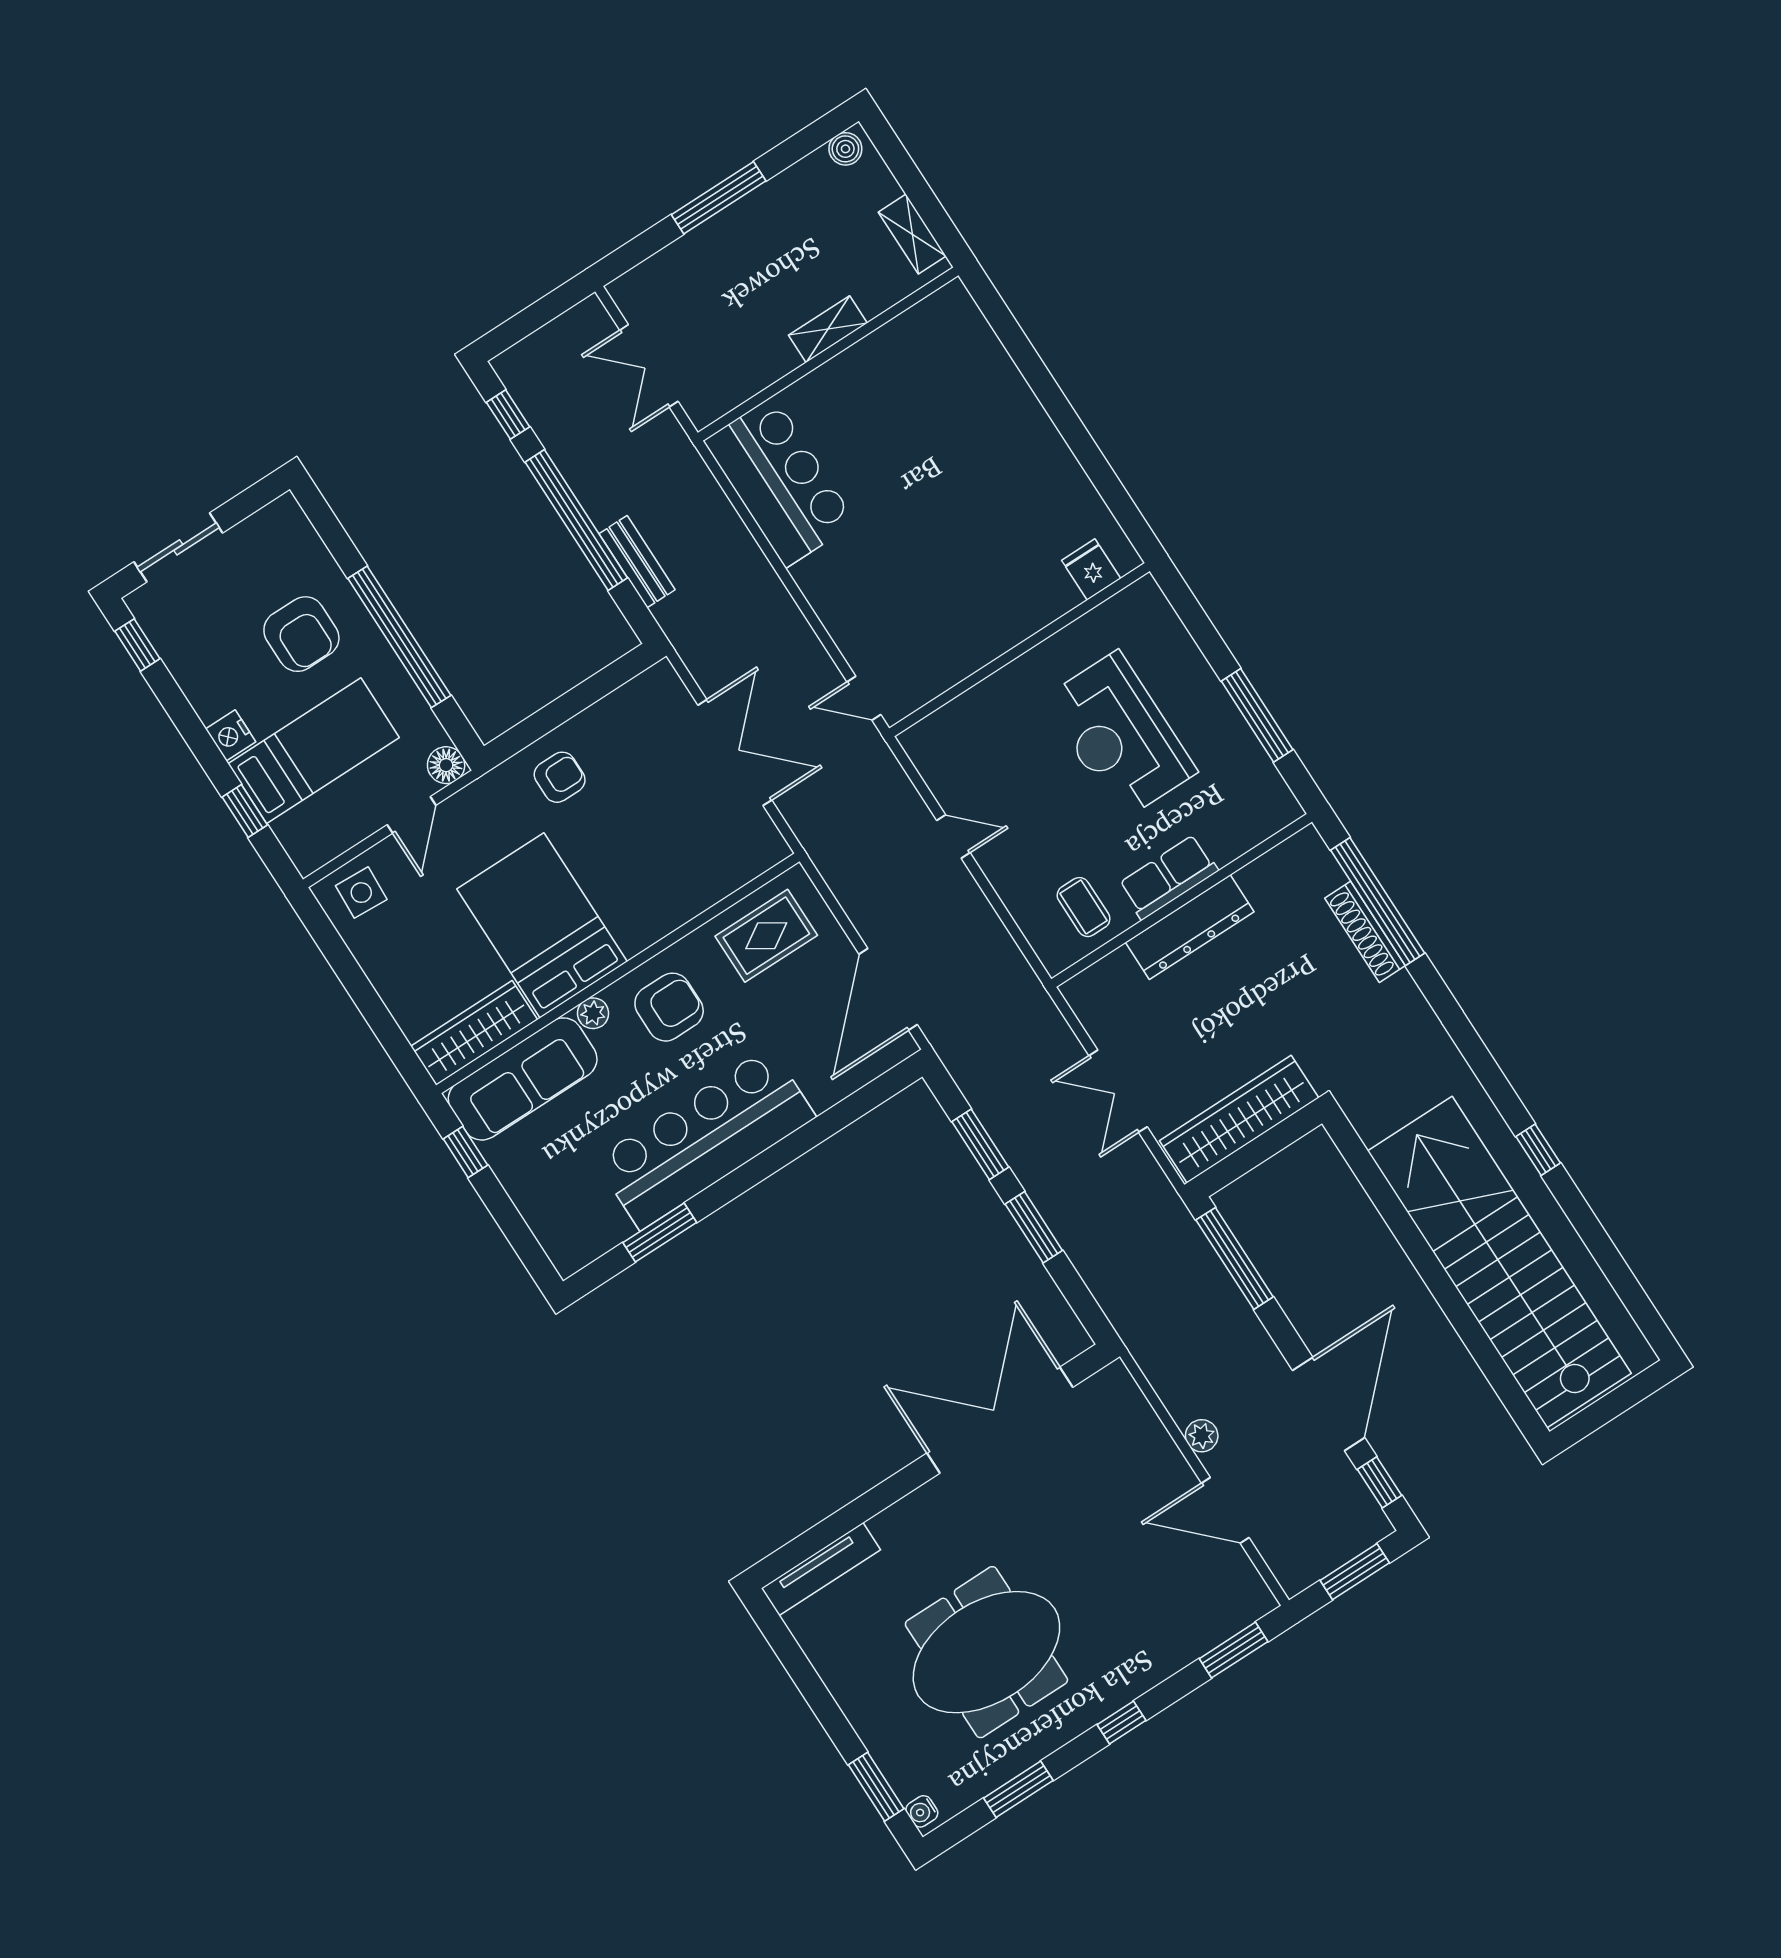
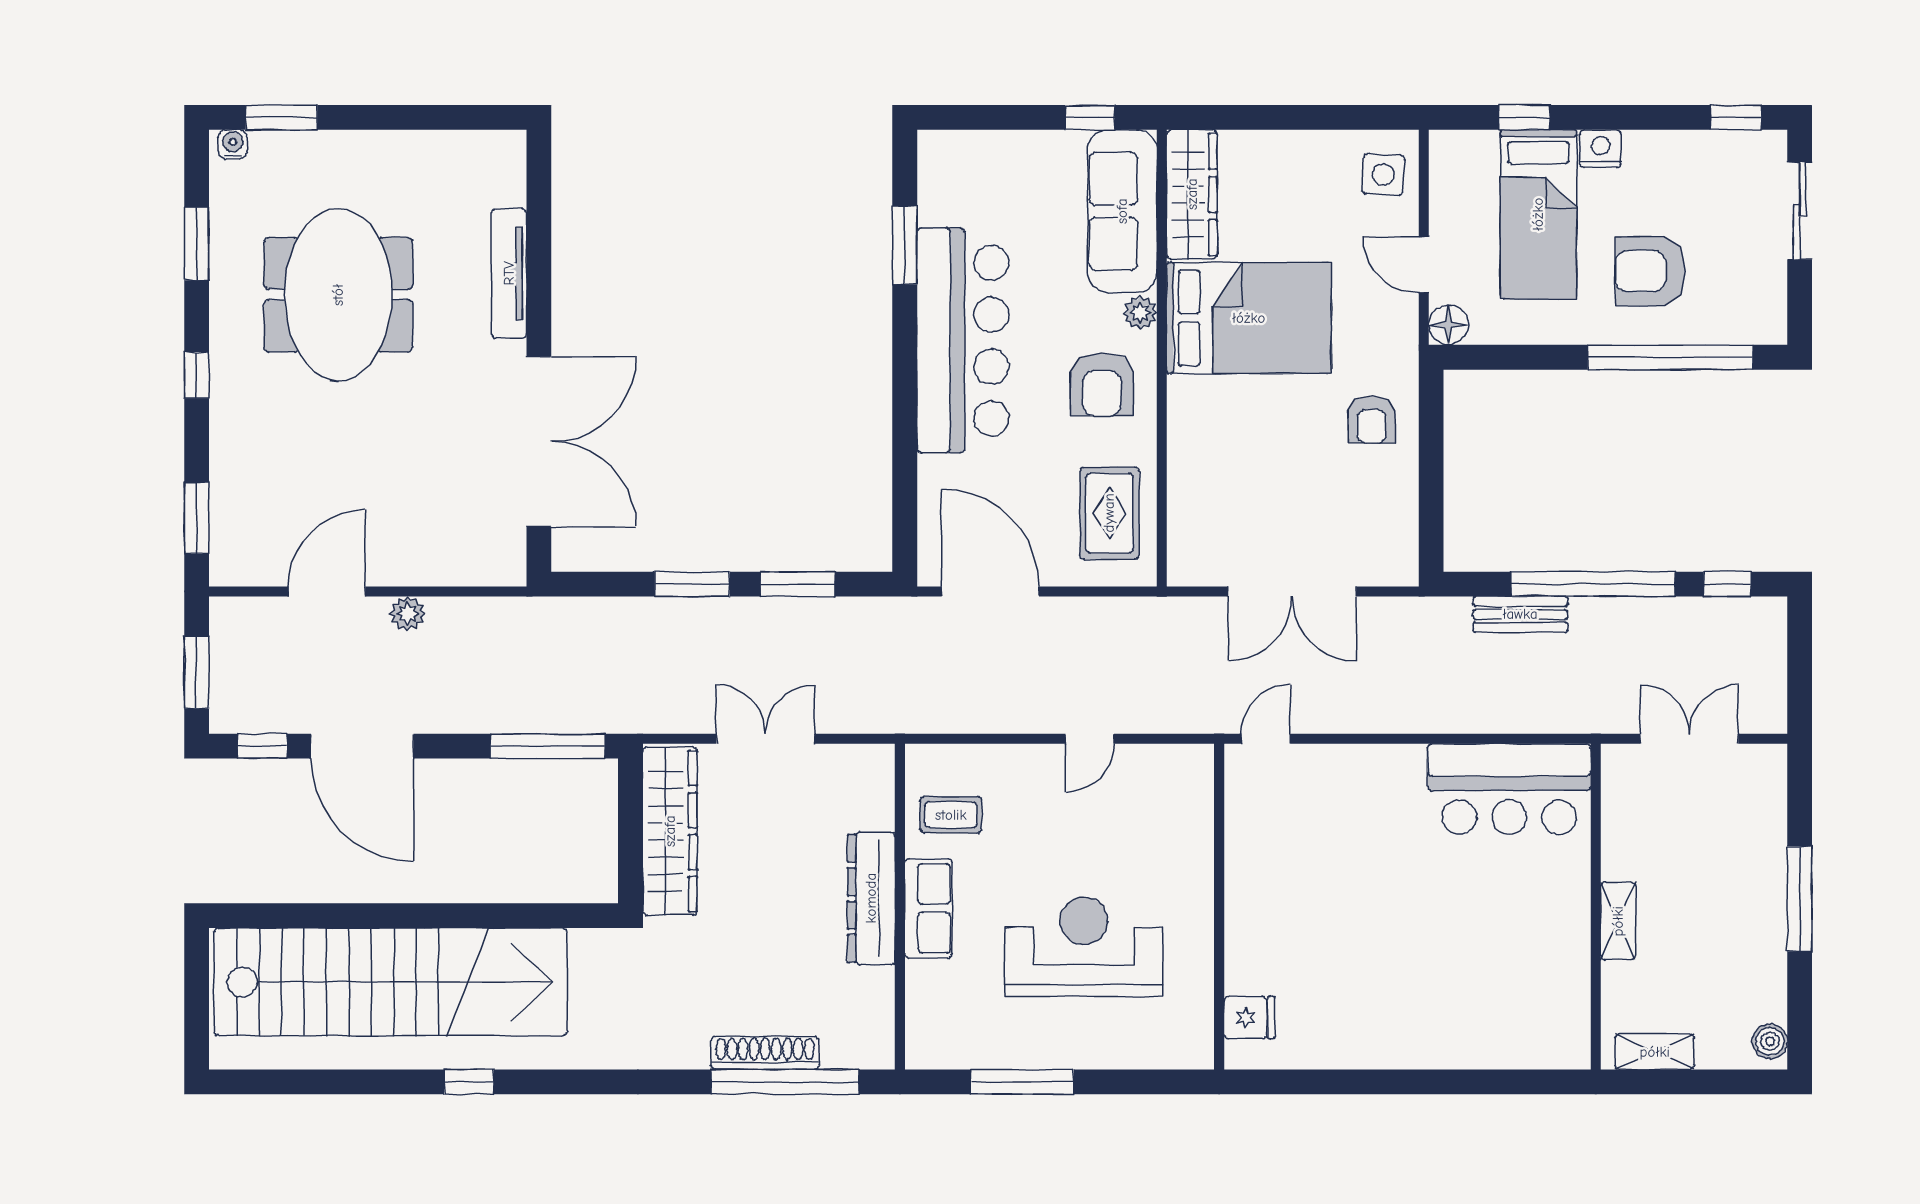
window: (399, 637) -> (1670, 357), moved
tv unit: (821, 1569) -> (509, 273), moved

